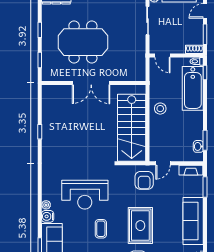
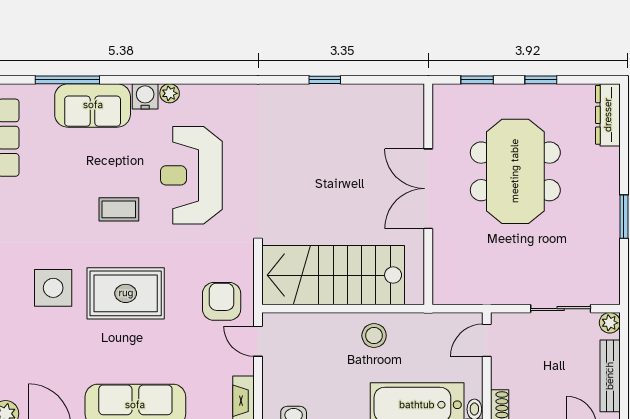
armchair: (144, 180) -> (222, 301), turned 90

